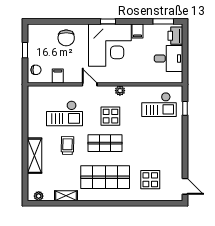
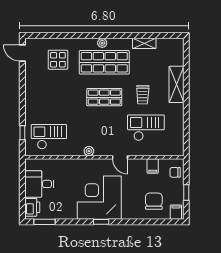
filing cabinet: (138, 31) -> (176, 212), moved
chair: (66, 38) -> (154, 201), moved
display table: (110, 116) -> (99, 125), removed
plant: (39, 196) -> (102, 43), moved

